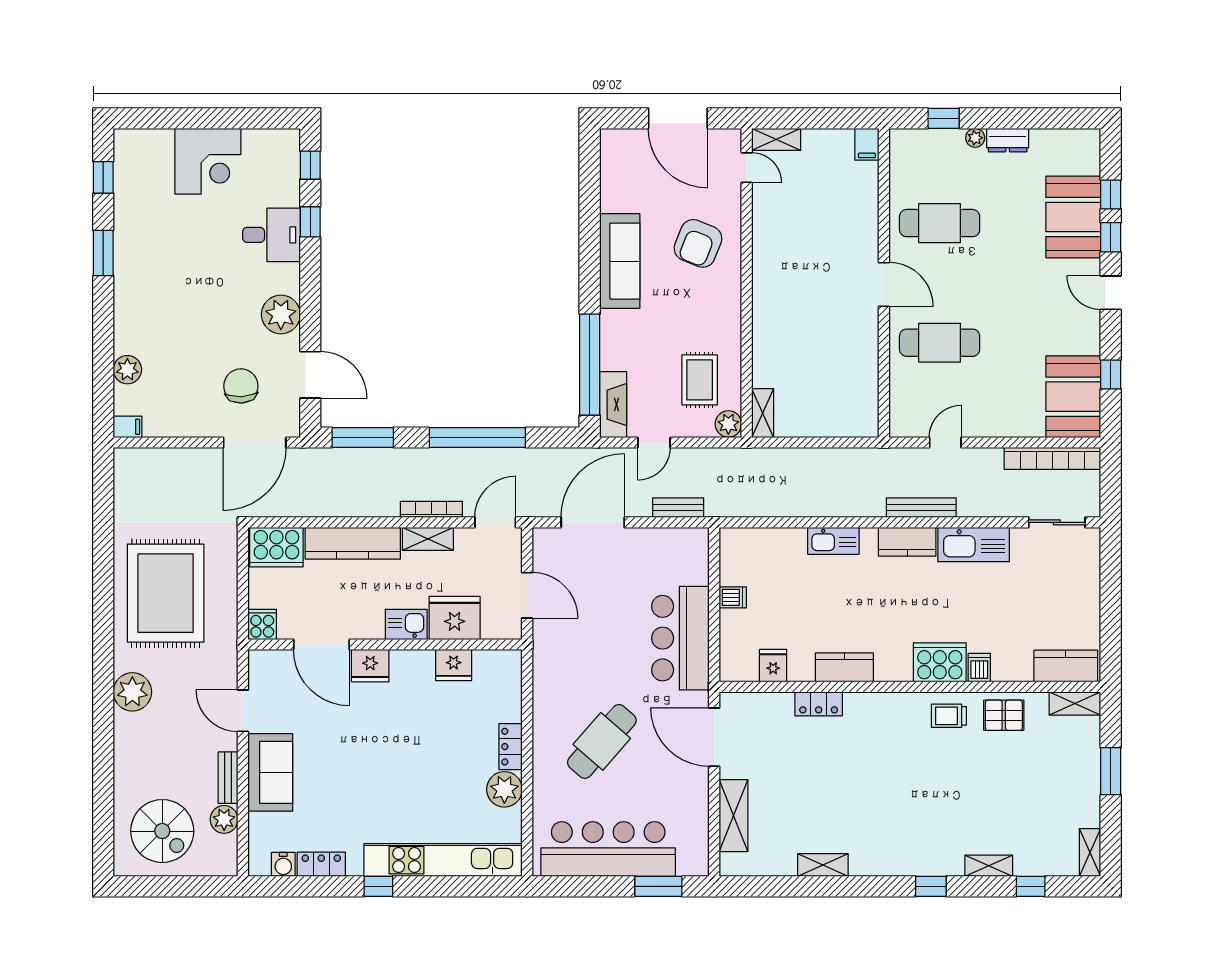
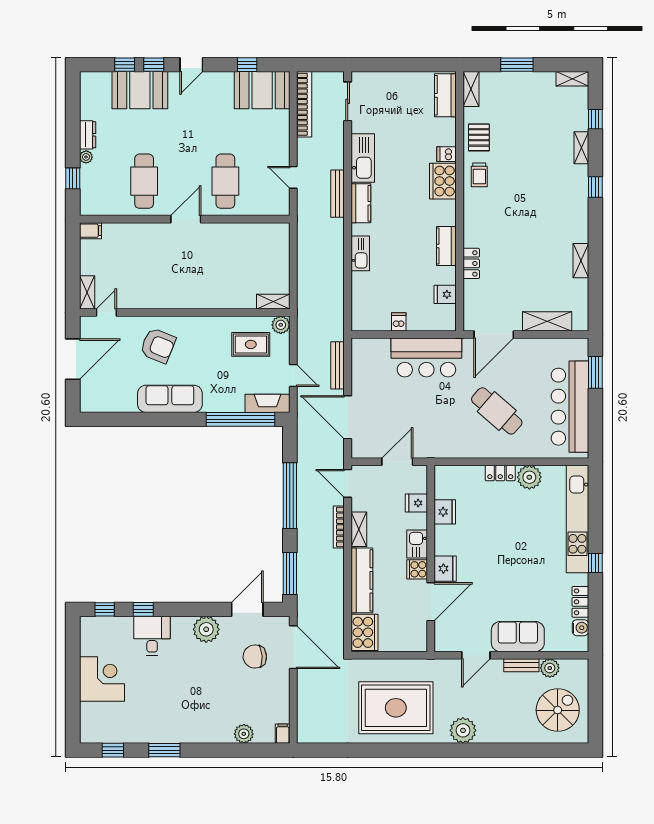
bench: (678, 508) -> (338, 365), width x1.36
fridge: (455, 618) -> (416, 503), width x0.53, depth x0.75
cooker: (262, 624) -> (417, 569), moved

